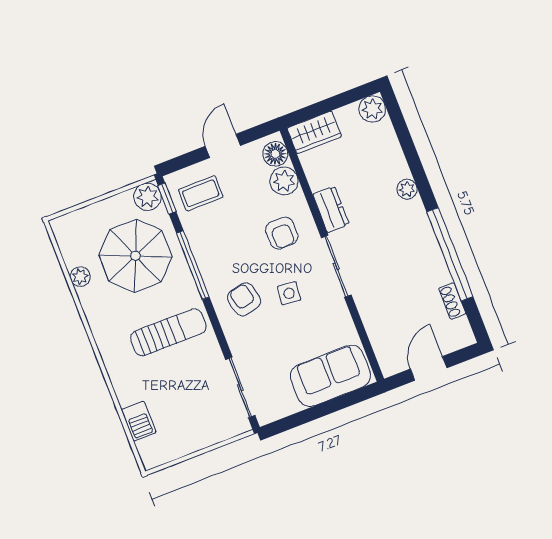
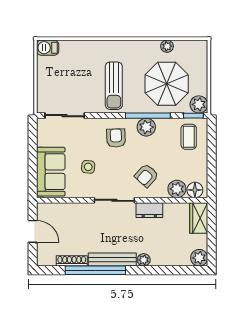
door: (223, 146) -> (212, 161), removed
armchair: (282, 233) -> (147, 176), turned -48
bench: (424, 236) -> (112, 260), added
plant: (211, 261) -> (146, 127), added
side table: (289, 293) -> (88, 167), moved
armchair: (244, 299) -> (116, 138), turned -79
shoe rack: (452, 301) -> (72, 261), width x1.43
barbecue: (139, 421) -> (48, 48), moved

